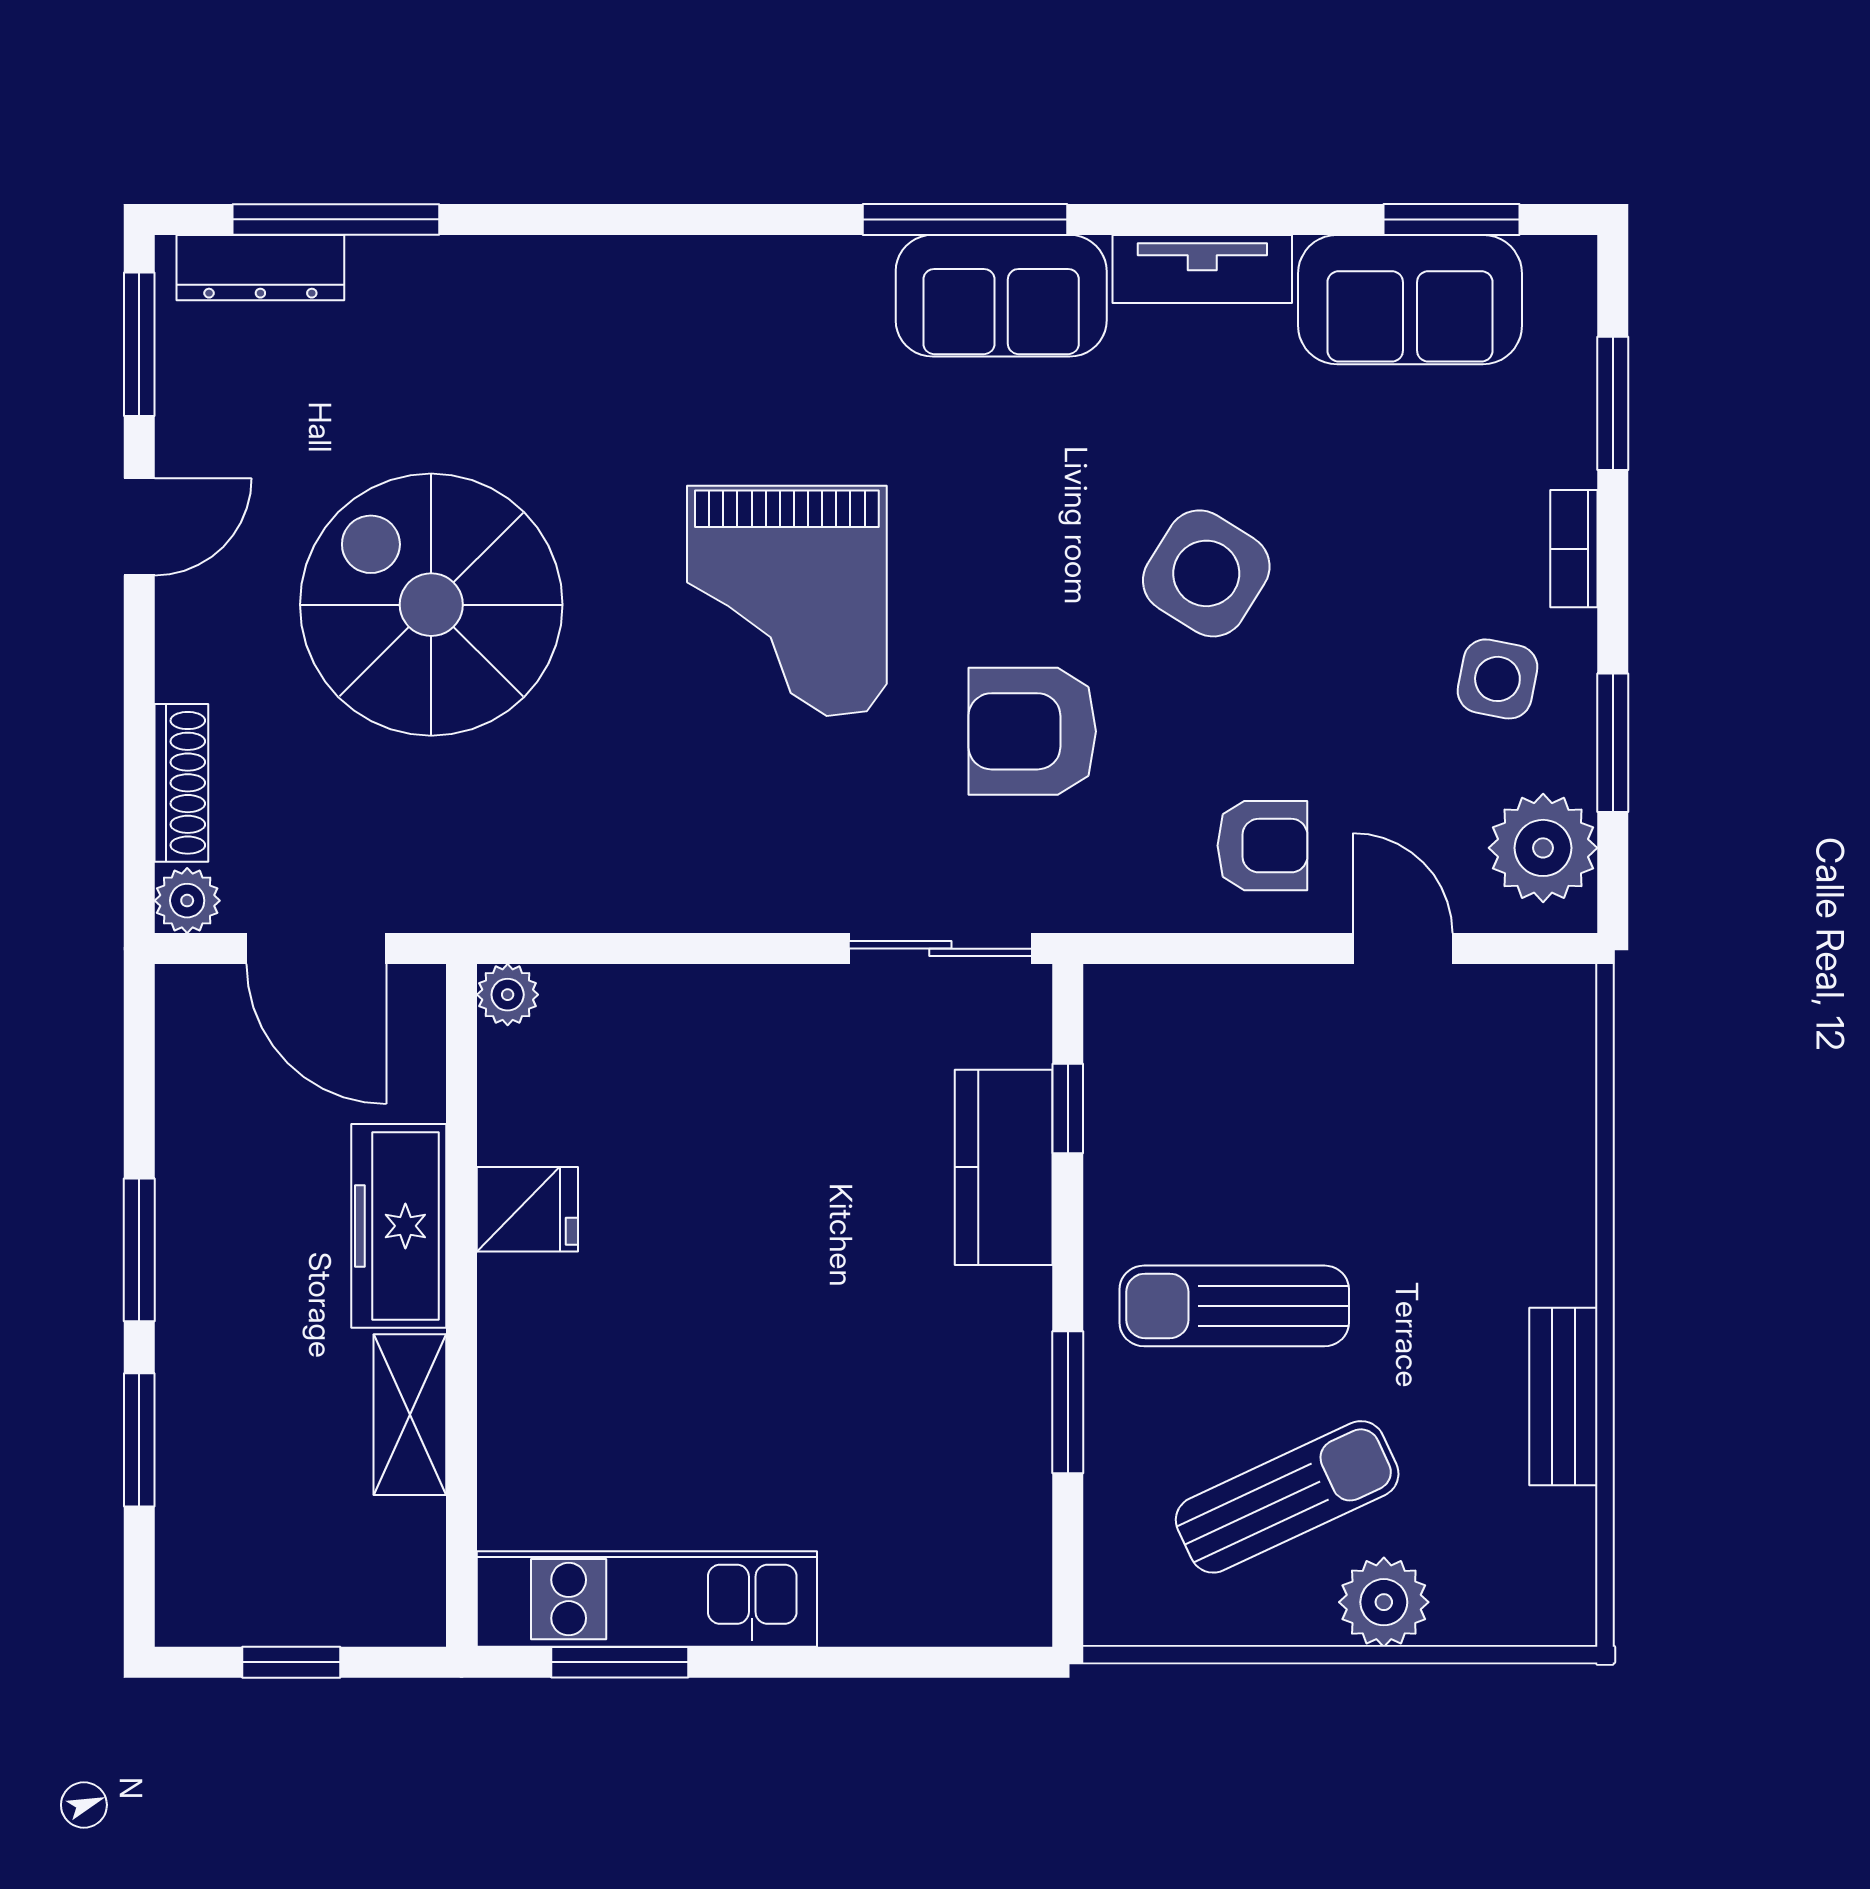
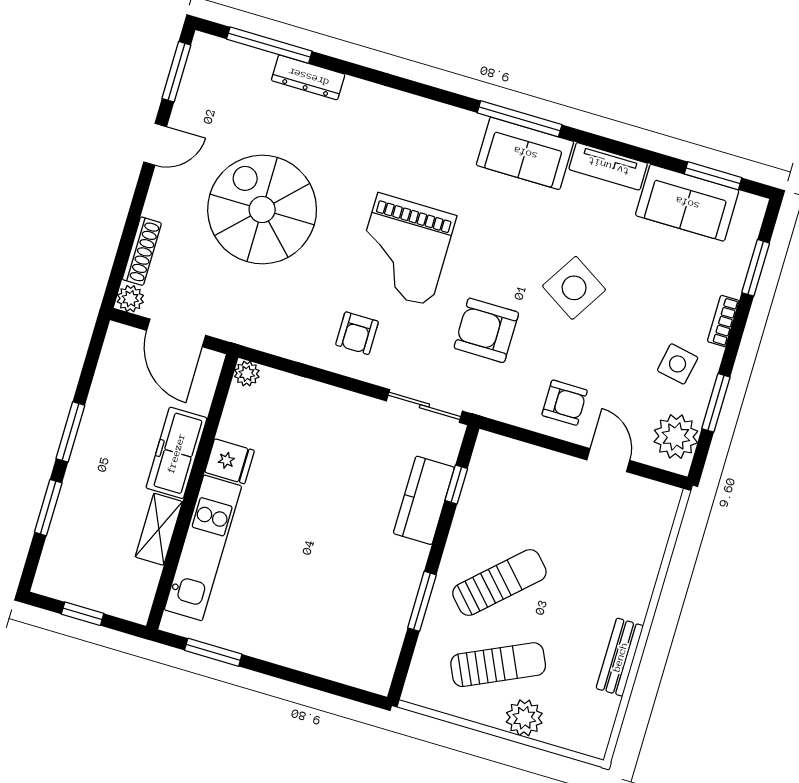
dresser: (260, 268) -> (308, 77), moved
armchair: (735, 826) -> (357, 333), added
sun lounger: (1234, 1306) -> (499, 582), turned 137
kitchen unit: (647, 1599) -> (203, 548), moved, turned 90

